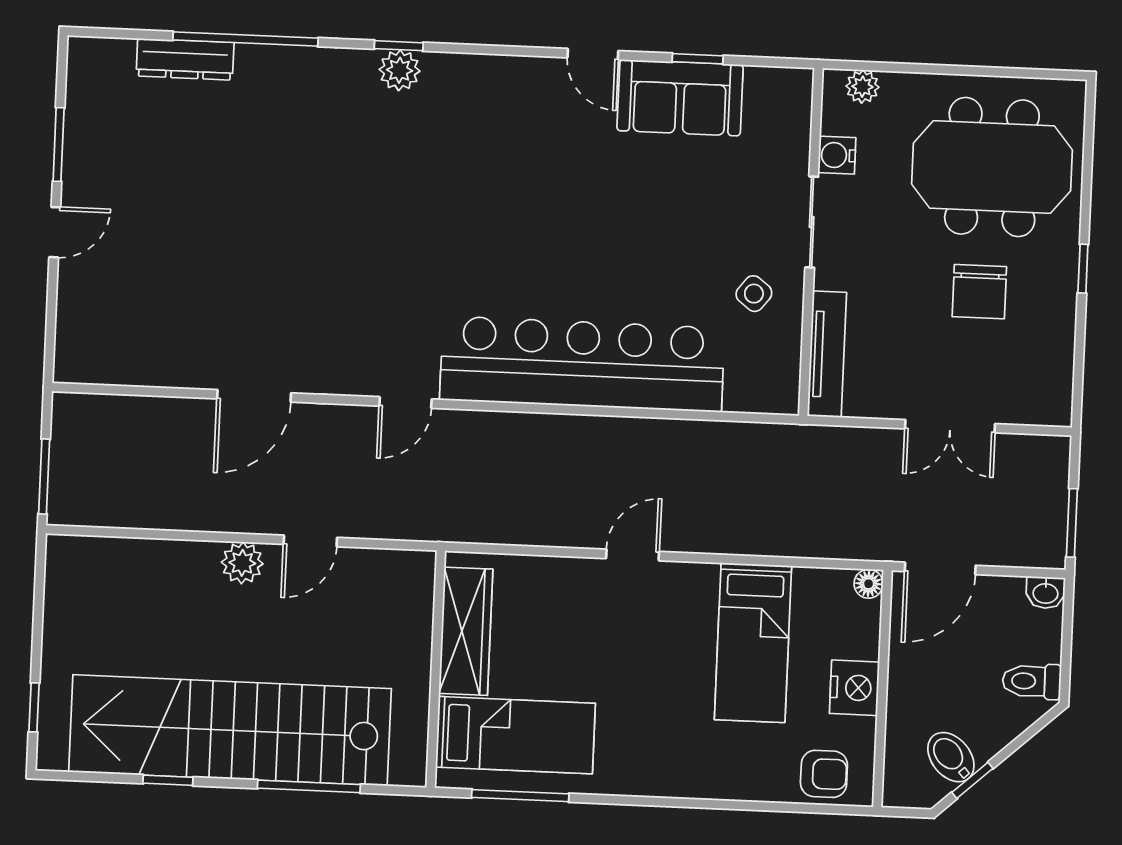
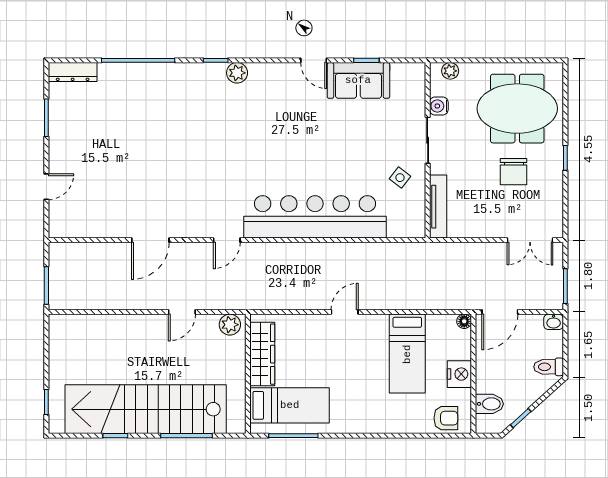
dresser: (185, 59) -> (73, 72), moved
plant: (400, 70) -> (237, 73), moved
door: (55, 232) -> (46, 187), moved
double door: (950, 426) -> (530, 240), moved
plant: (242, 563) -> (230, 325), moved
bidet: (951, 757) -> (489, 404), moved, turned 132

